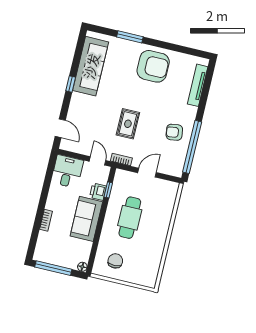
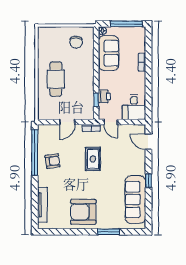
cafe table: (130, 218) -> (56, 79), moved
sofa: (86, 219) -> (109, 53), moved

